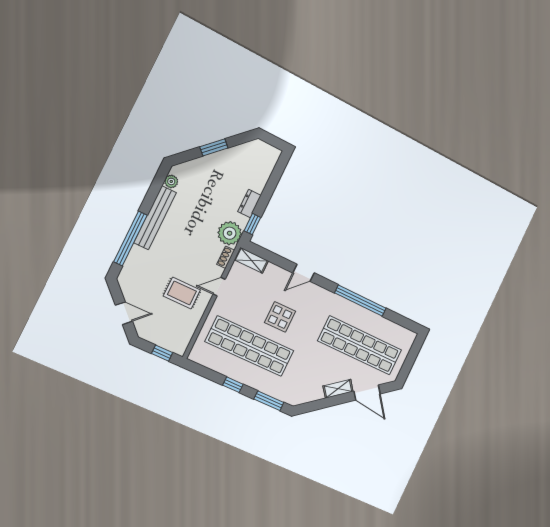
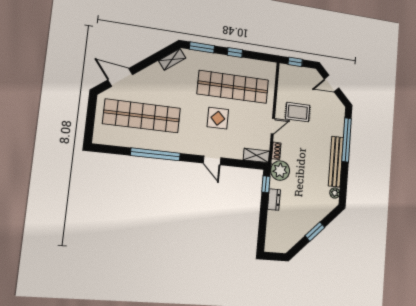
door: (304, 273) -> (212, 160), swing flipped
shelving: (338, 389) -> (172, 59), moved

